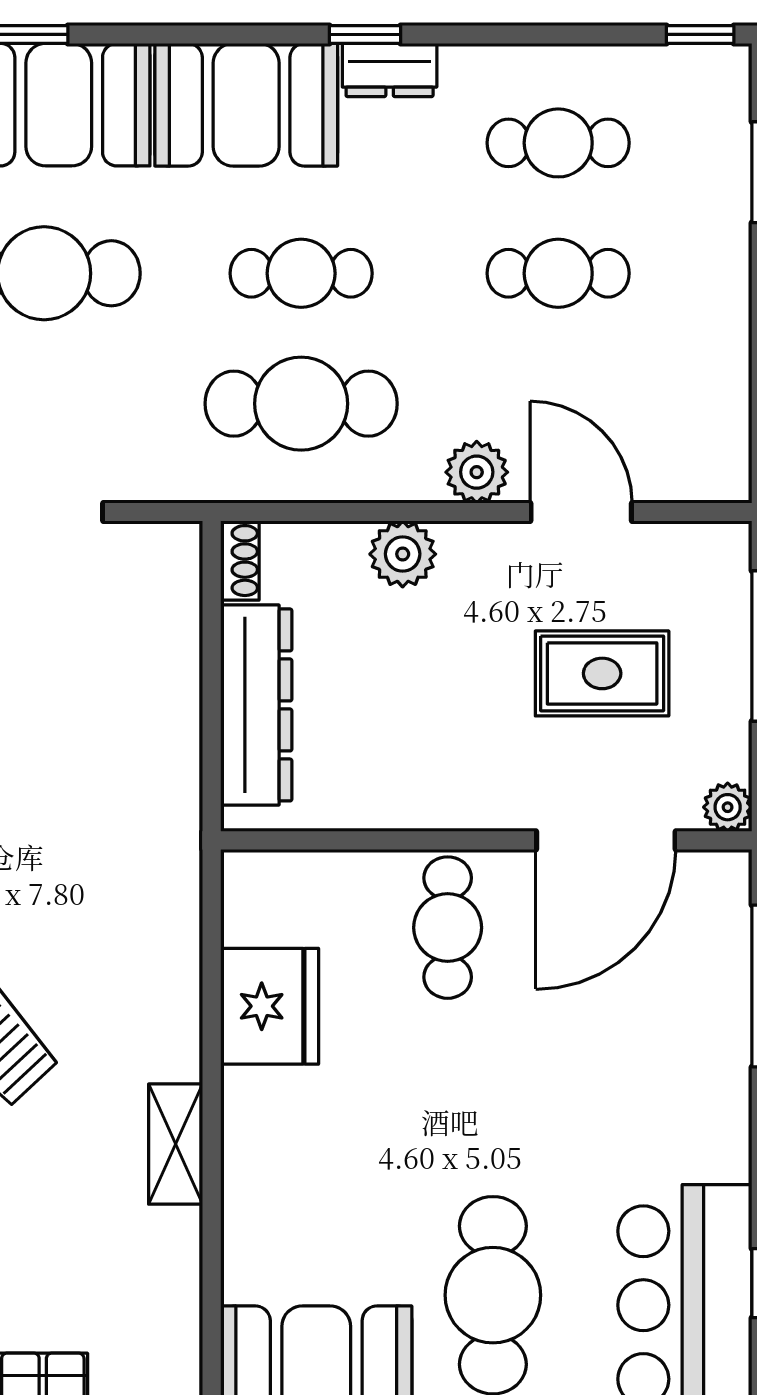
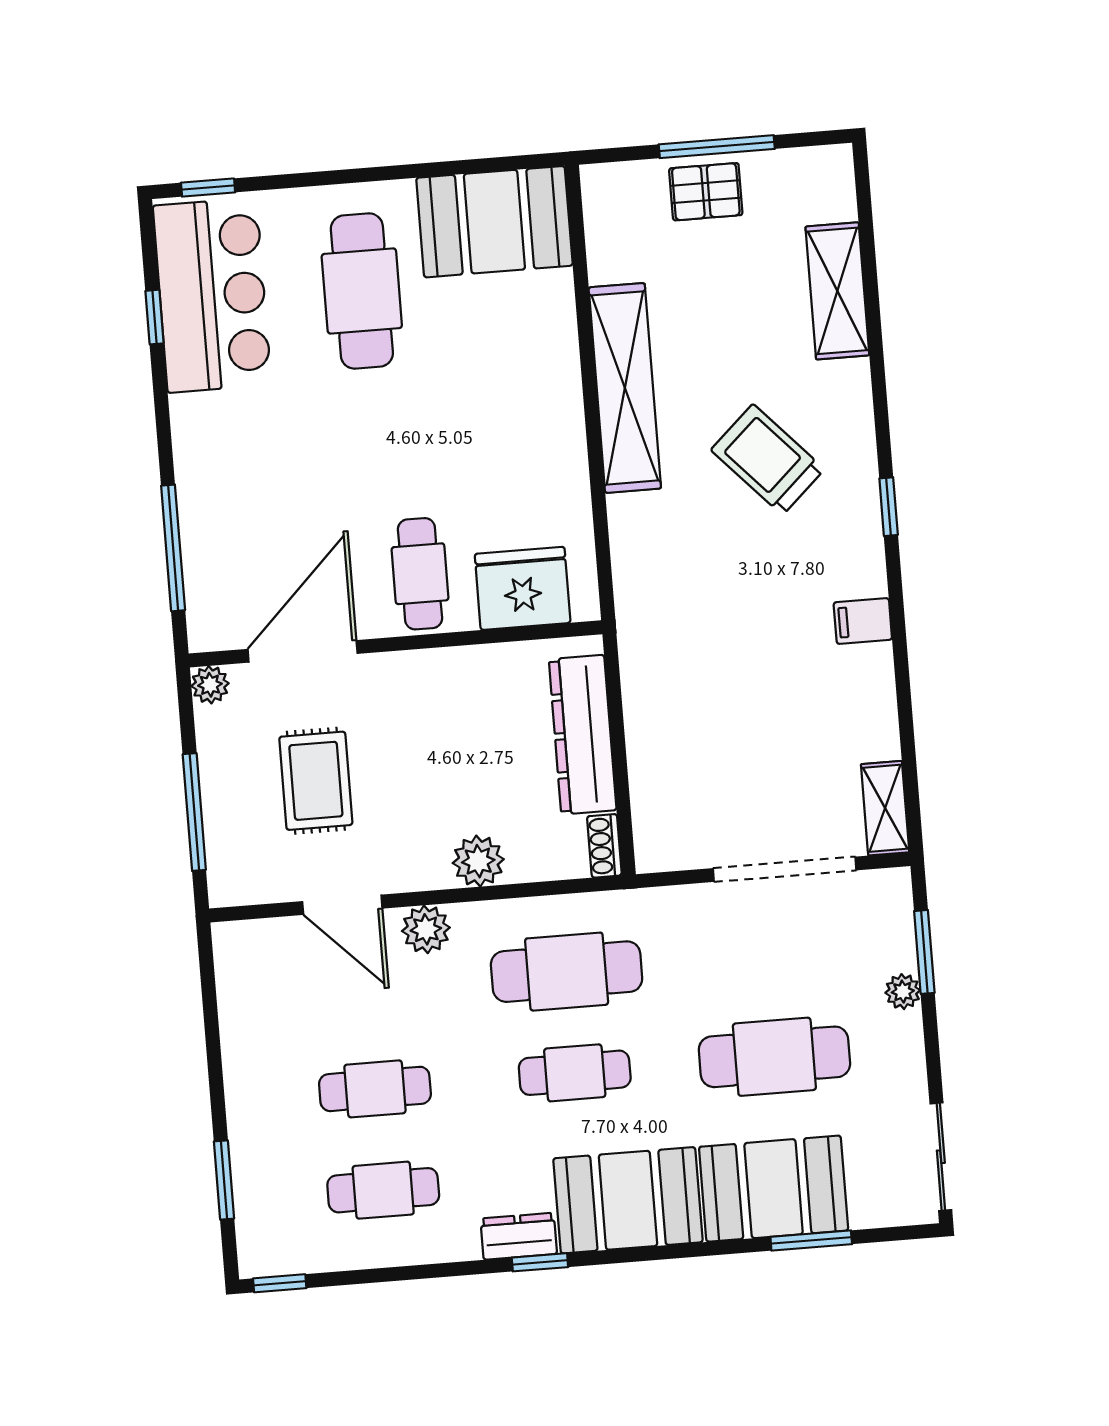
rug: (602, 673) -> (316, 781), turned 90
fridge: (270, 1006) -> (523, 588), moved, turned 90
shelving: (176, 1144) -> (625, 388), width x2.20, depth x1.33

